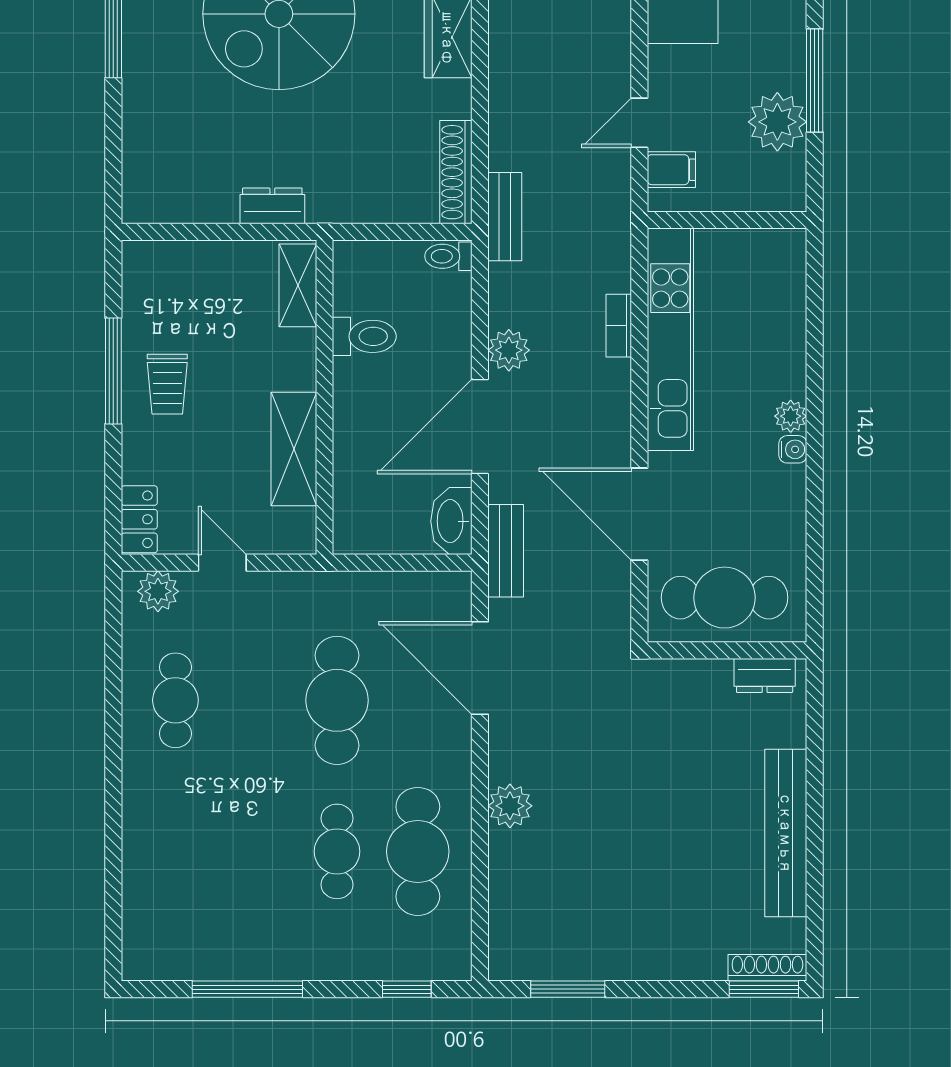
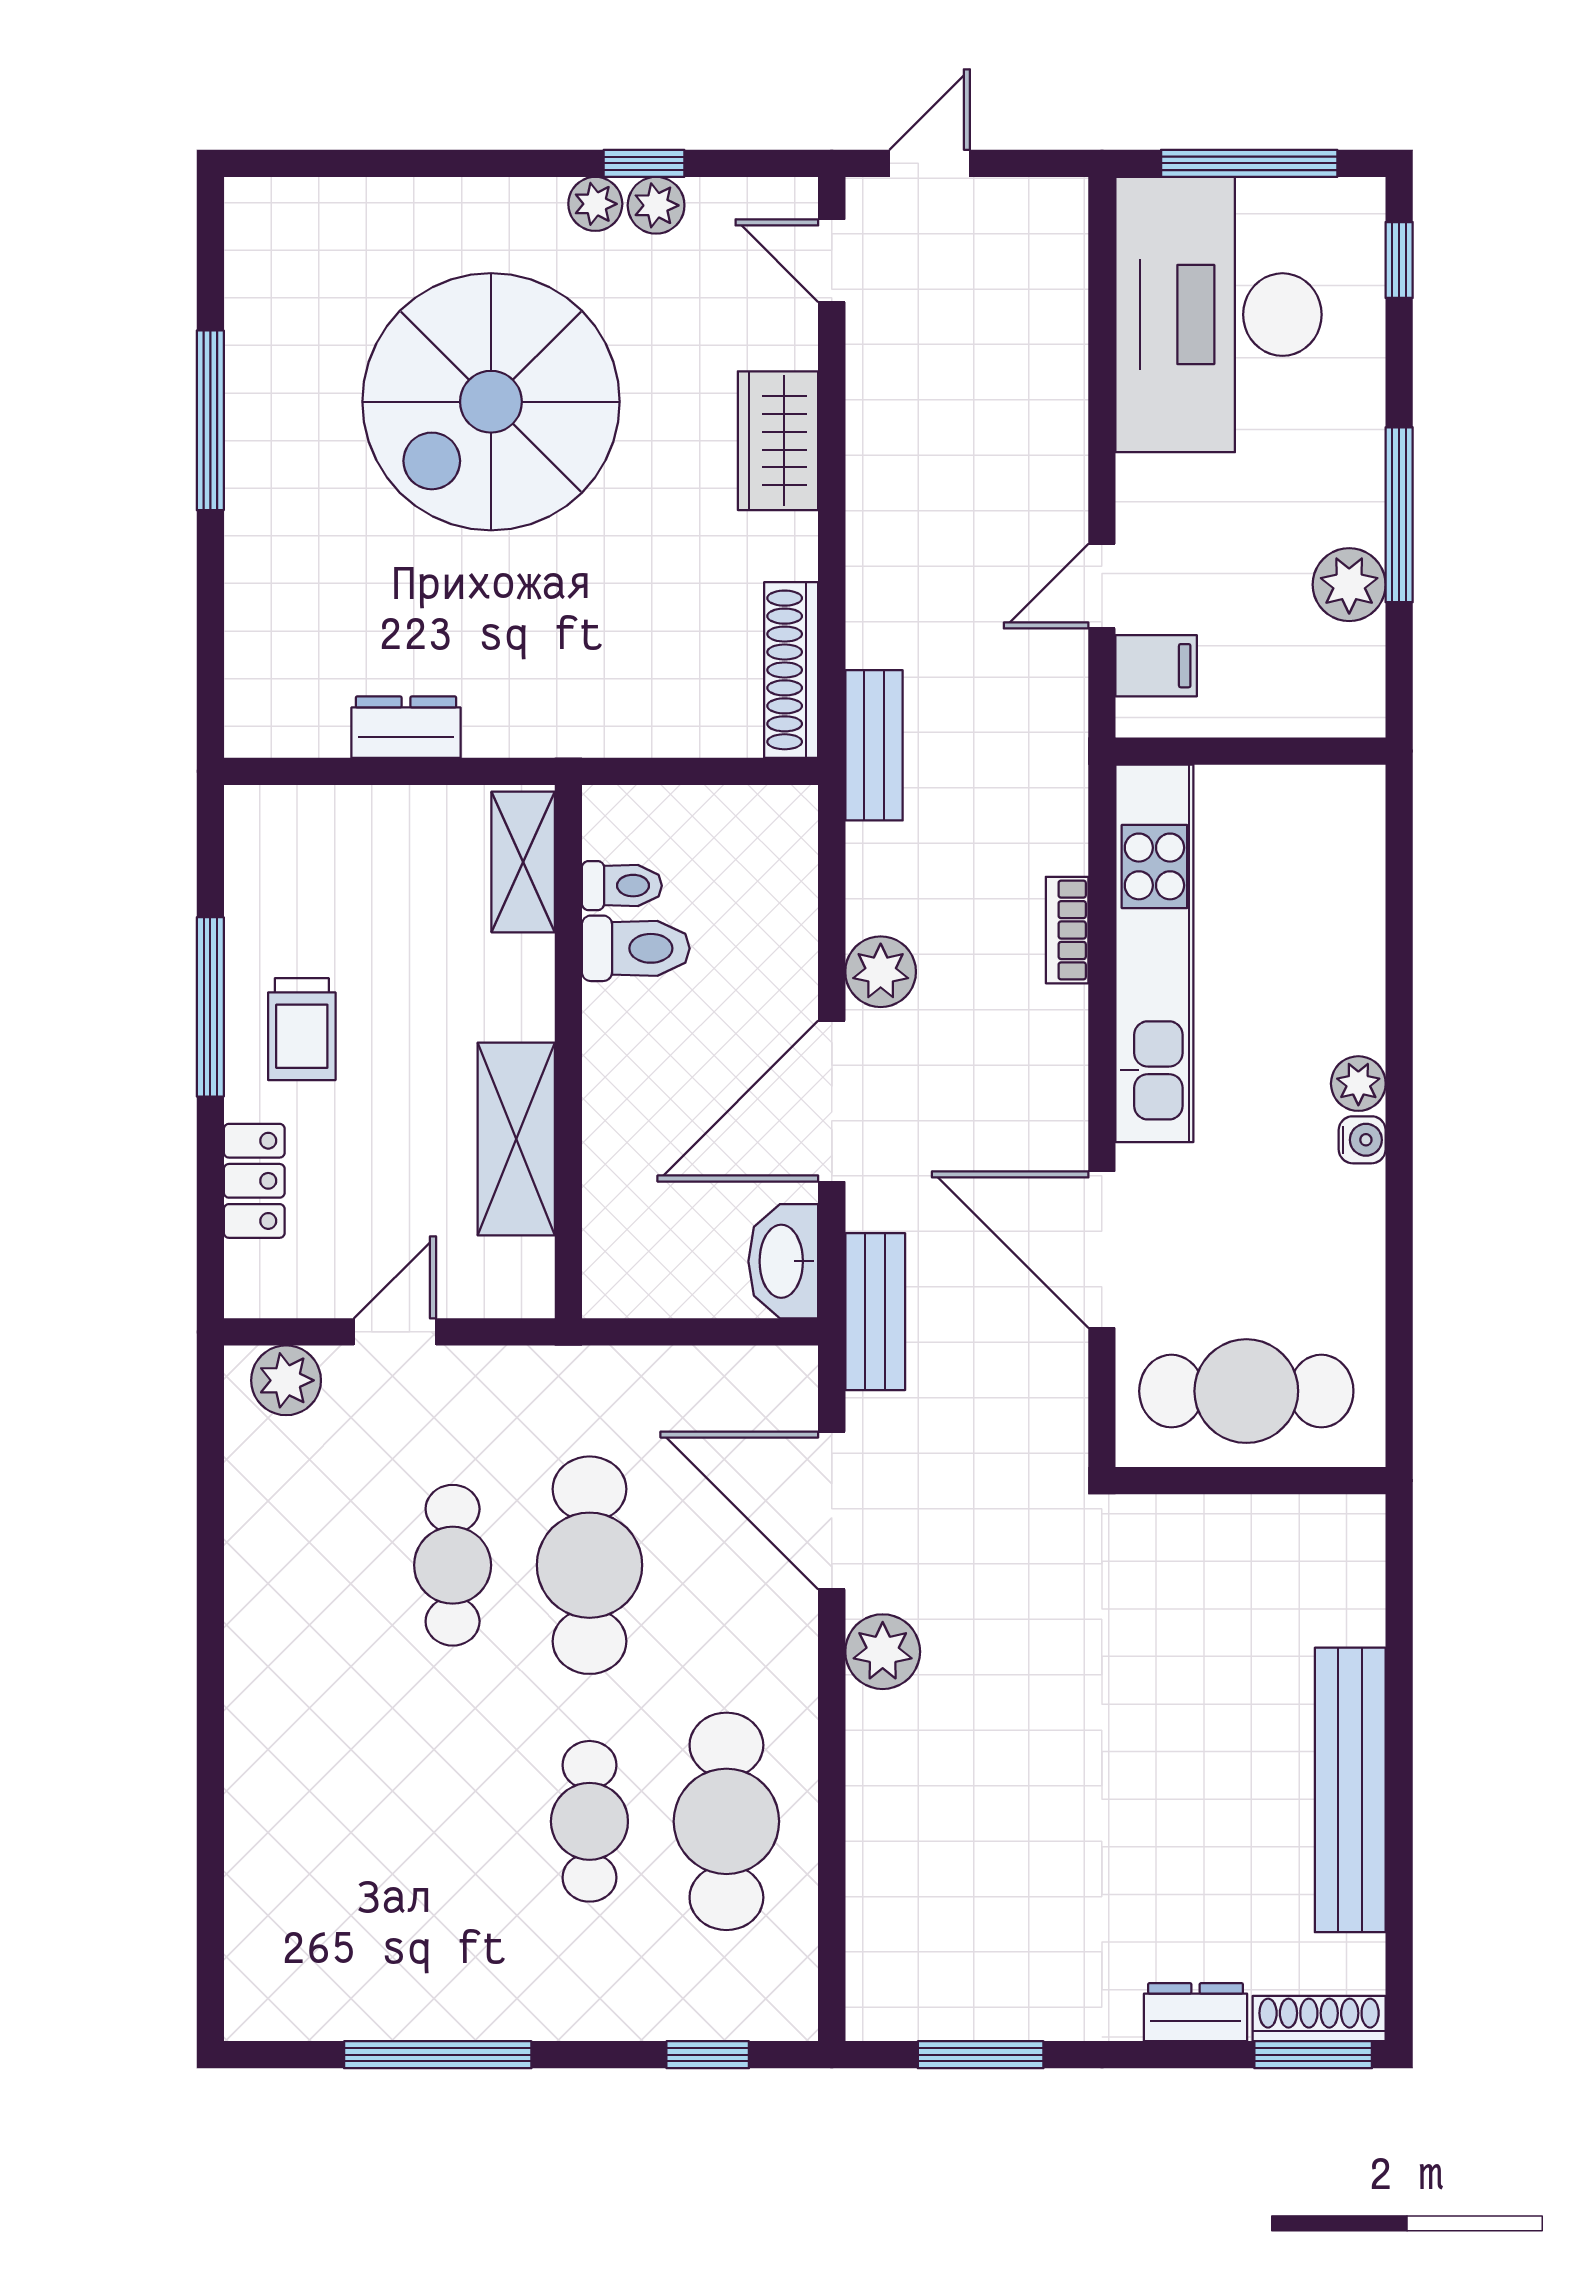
plant: (777, 122) -> (1349, 585), width x0.73, depth x0.73
dresser: (272, 206) -> (406, 727), moved
toilet: (448, 256) -> (622, 886), moved, turned 180
locker: (139, 519) -> (254, 1181), moved
door: (222, 563) -> (395, 1332), hinge flipped
dresser: (765, 675) -> (1196, 2012), moved, turned 180
cafe table: (175, 700) -> (453, 1565), moved
plant: (510, 806) -> (883, 1652), moved

